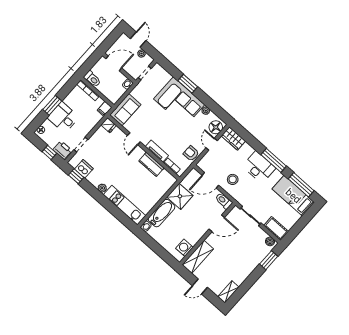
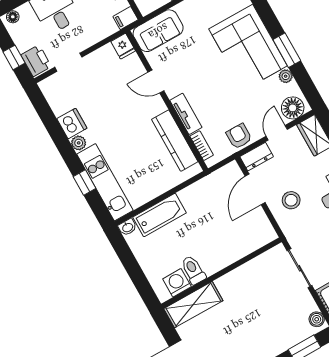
window: (188, 84) -> (287, 50), moved
door: (134, 139) -> (156, 81), hinge flipped
dresser: (205, 162) -> (257, 157), added
kitchen counter: (151, 164) -> (175, 141), width x1.50
dishwasher: (84, 169) -> (72, 123), moved
window: (76, 176) -> (85, 183), moved
door: (210, 180) -> (255, 189), hinge flipped
shower: (180, 196) -> (198, 198), removed
toilet: (224, 201) -> (193, 270), moved
door: (217, 223) -> (242, 261), removed

